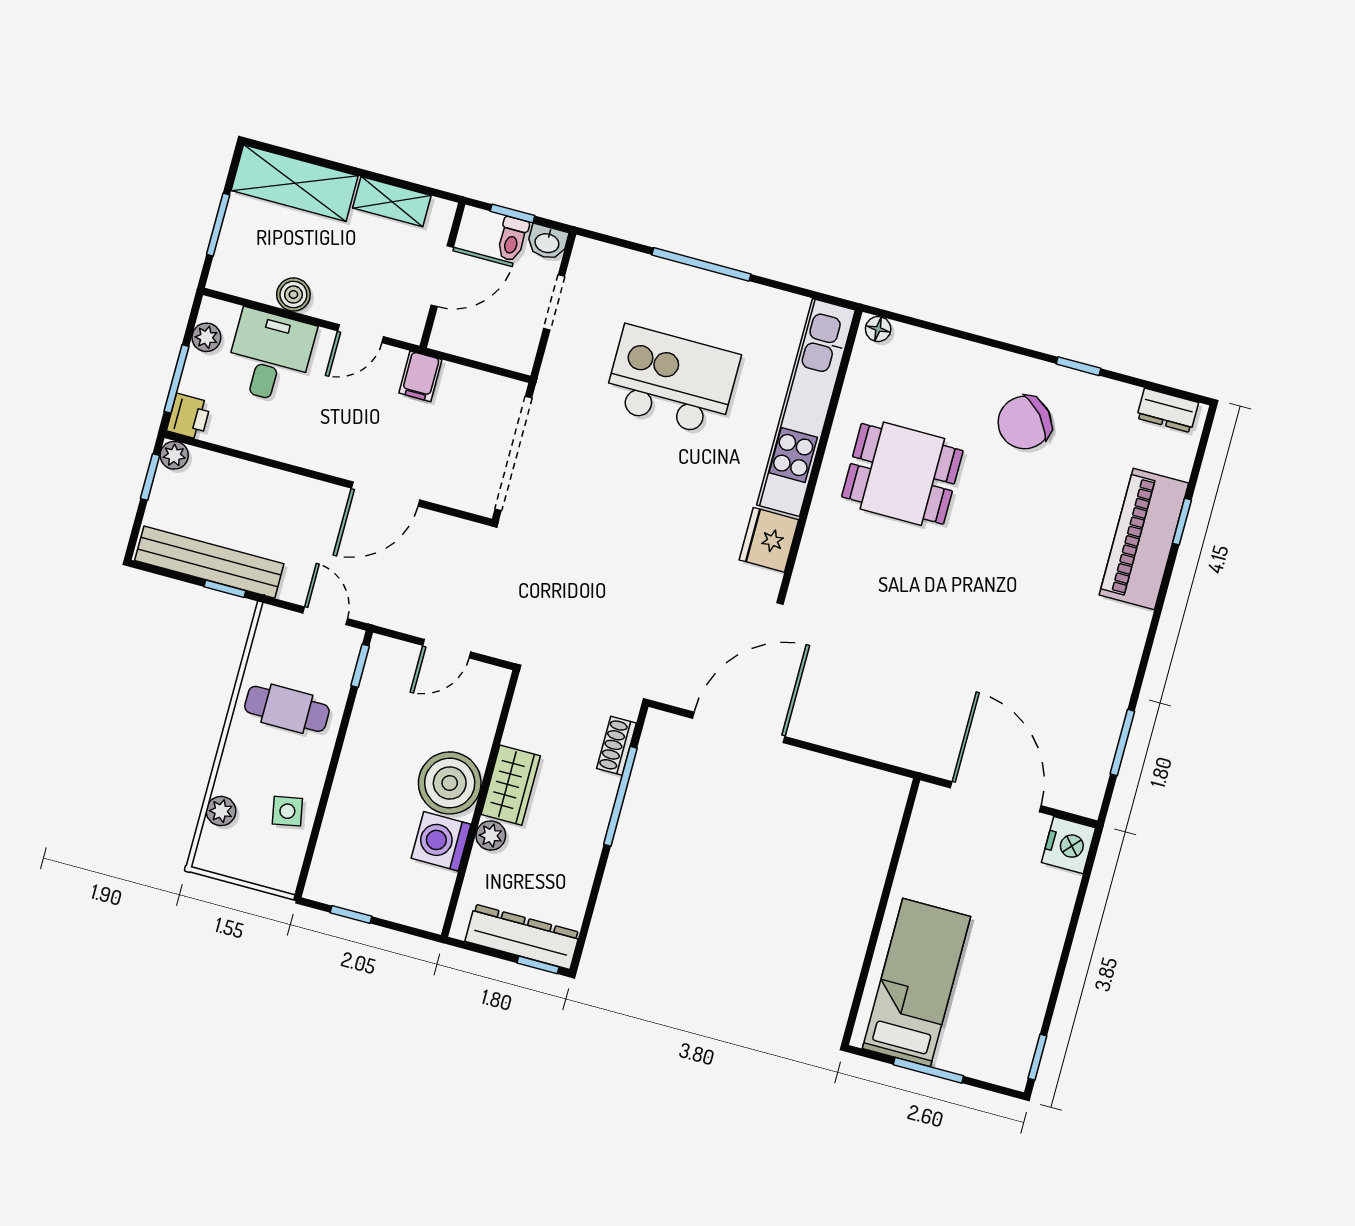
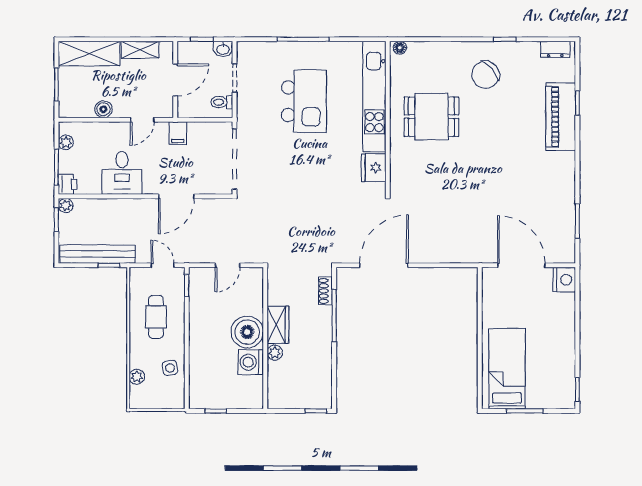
toilet: (512, 239) -> (222, 102), moved, turned 90
desk: (270, 356) -> (122, 173), moved, turned 180
kitchen island: (672, 381) -> (304, 101), turned 90
cafe table: (287, 709) -> (156, 317), turned 90
dresser: (522, 937) -> (304, 399), removed

